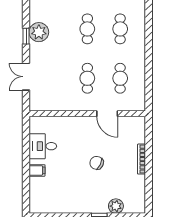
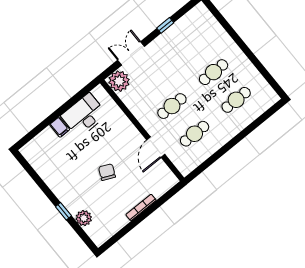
plant: (39, 32) -> (119, 81), moved
desk: (43, 146) -> (84, 115), width x1.37

